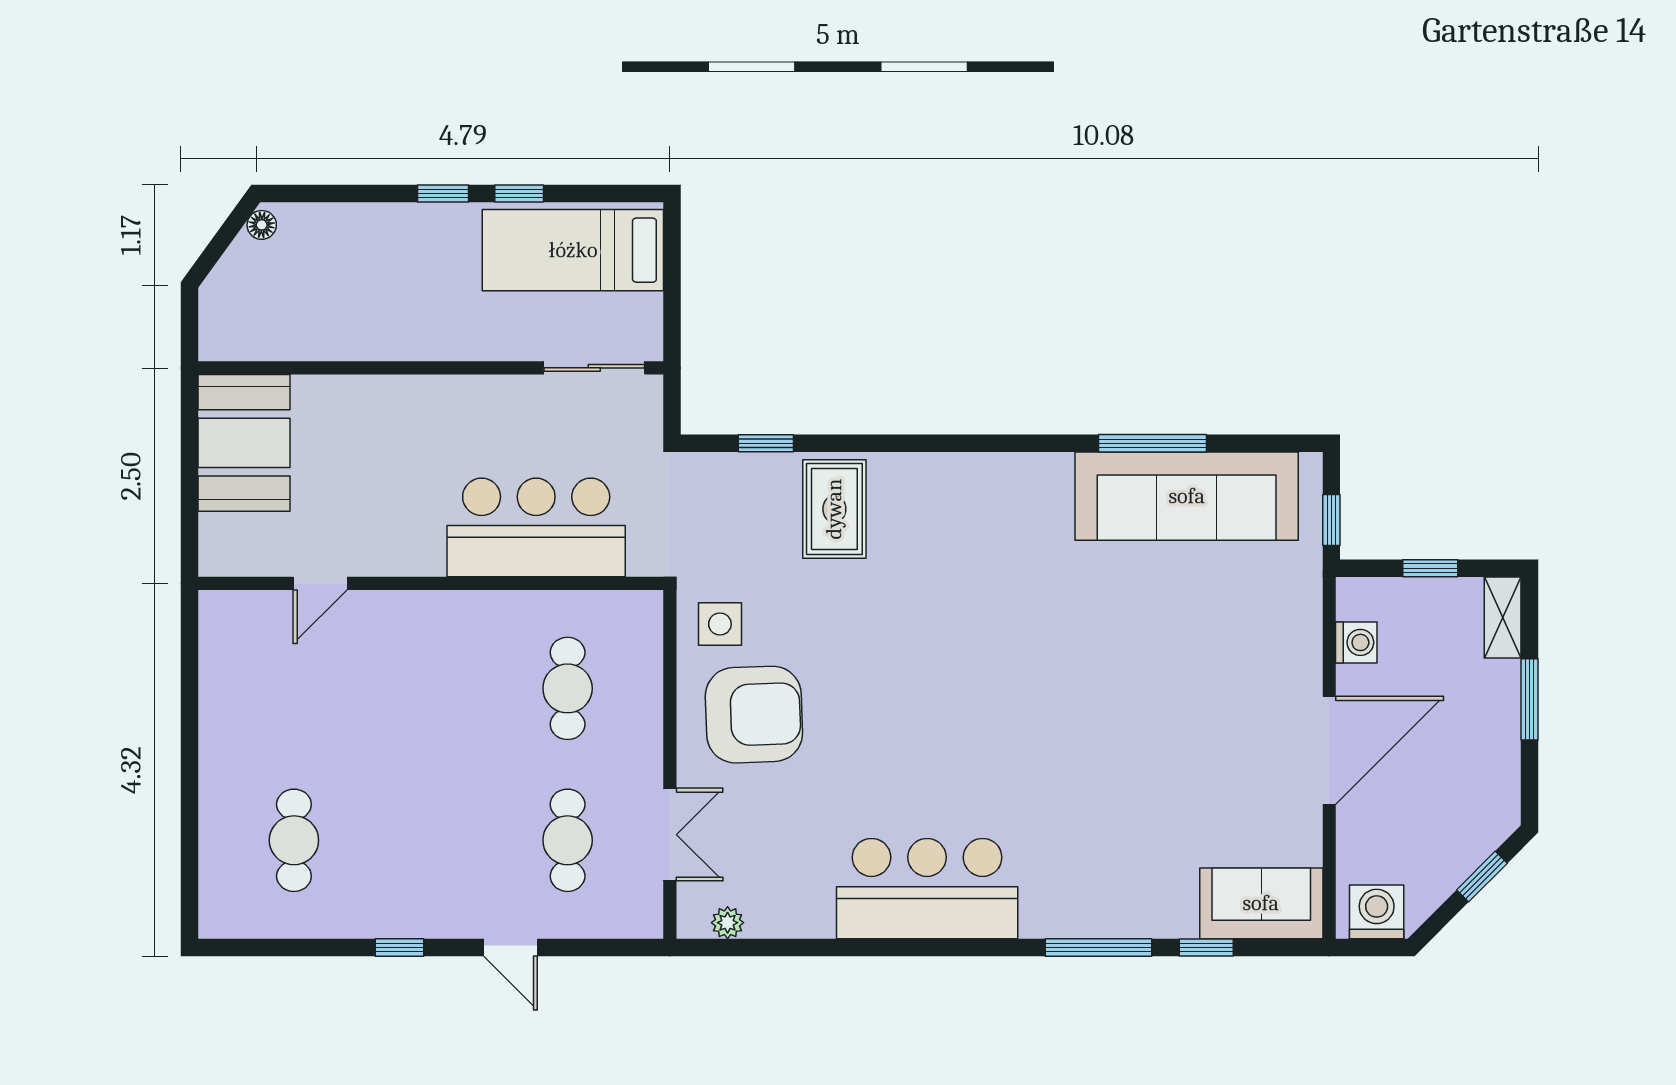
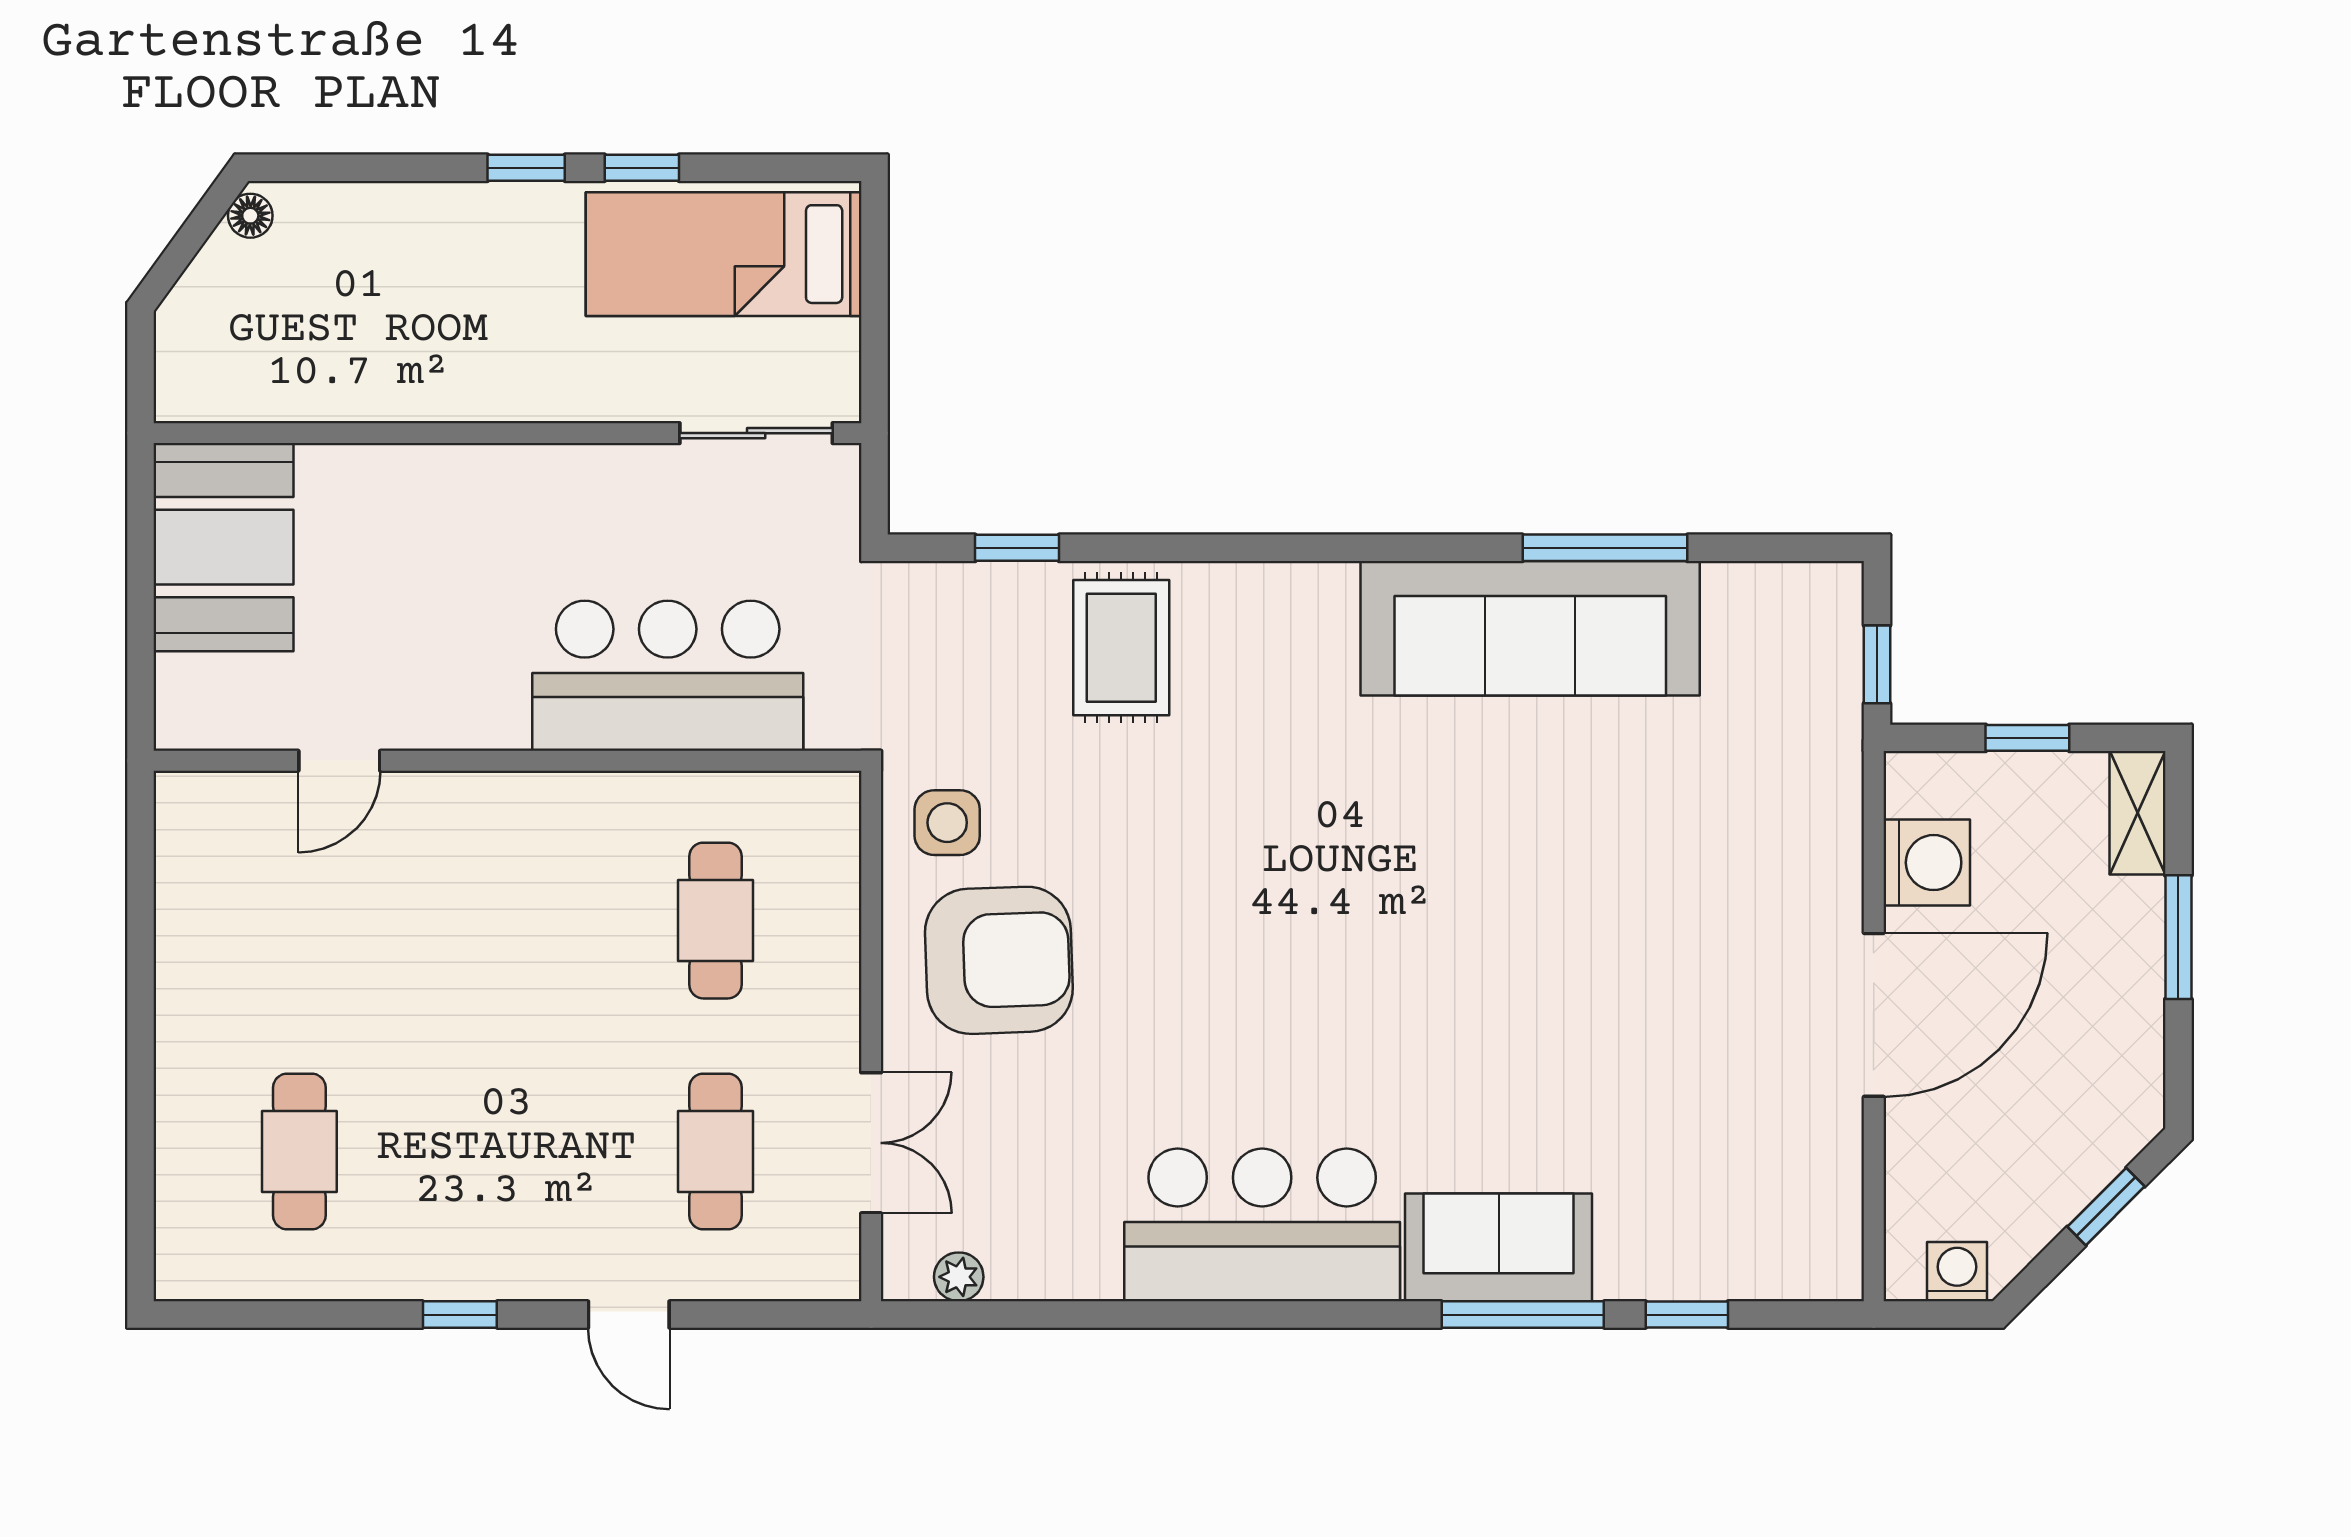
sofa: (1187, 496) -> (1530, 628), moved
washing machine: (1356, 642) -> (1927, 863), width x1.38, depth x1.38
sofa: (1261, 903) -> (1499, 1247), moved
washing machine: (1377, 912) -> (1957, 1272), width x0.73, depth x0.73

